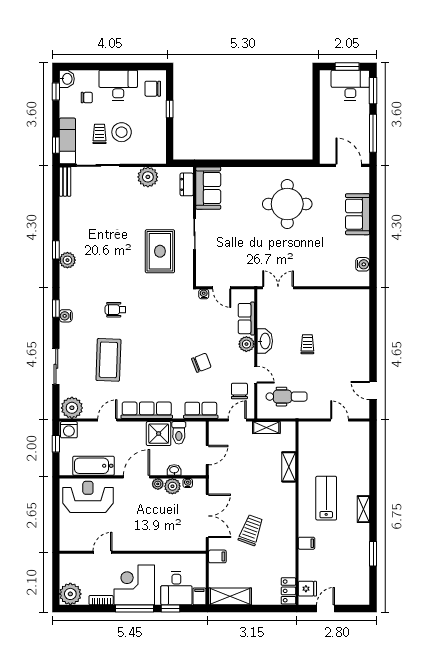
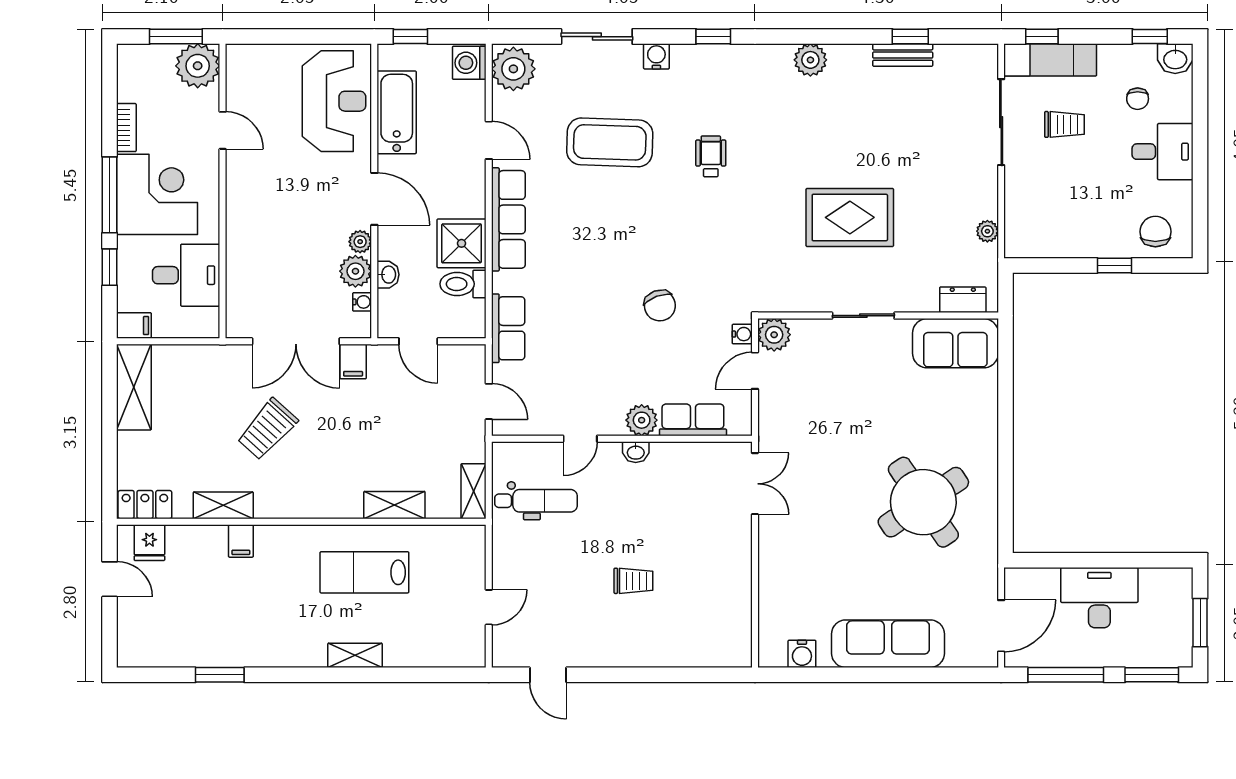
desk: (118, 85) -> (1163, 152), width x0.73
desk: (350, 85) -> (1099, 598), moved, turned -90
stool: (122, 132) -> (1068, 169), removed
plant: (148, 177) -> (987, 231), width x0.53, depth x0.53
bench: (65, 182) -> (903, 55), moved
round table: (287, 204) -> (923, 502), turned -34
sofa: (358, 214) -> (888, 644), width x1.36
window: (56, 250) -> (910, 37), moved
rug: (160, 251) -> (850, 217), moved
plant: (204, 278) -> (774, 335), added
water cooler: (66, 316) -> (656, 56), moved
washbasin: (265, 341) -> (636, 452), width x0.52, depth x0.69
trolley: (307, 344) -> (633, 581), moved
chair: (201, 363) -> (660, 306), moved
chair: (239, 391) -> (547, 406), removed
door: (373, 391) -> (548, 675), swing flipped
dental chair: (287, 397) -> (536, 501), turned -90
shelving: (266, 428) -> (474, 491), moved
window: (56, 444) -> (410, 37), moved
lab bench: (326, 498) -> (364, 572), moved, turned 180
shelving: (363, 509) -> (355, 655), moved
trolley: (251, 530) -> (267, 429), turned 112
shelving: (289, 552) -> (223, 505), added
filing cabinet: (217, 556) -> (353, 362), moved
window: (56, 575) -> (176, 37), added
desk: (176, 588) -> (186, 275), moved, turned 180
plant: (70, 594) -> (198, 66), moved

